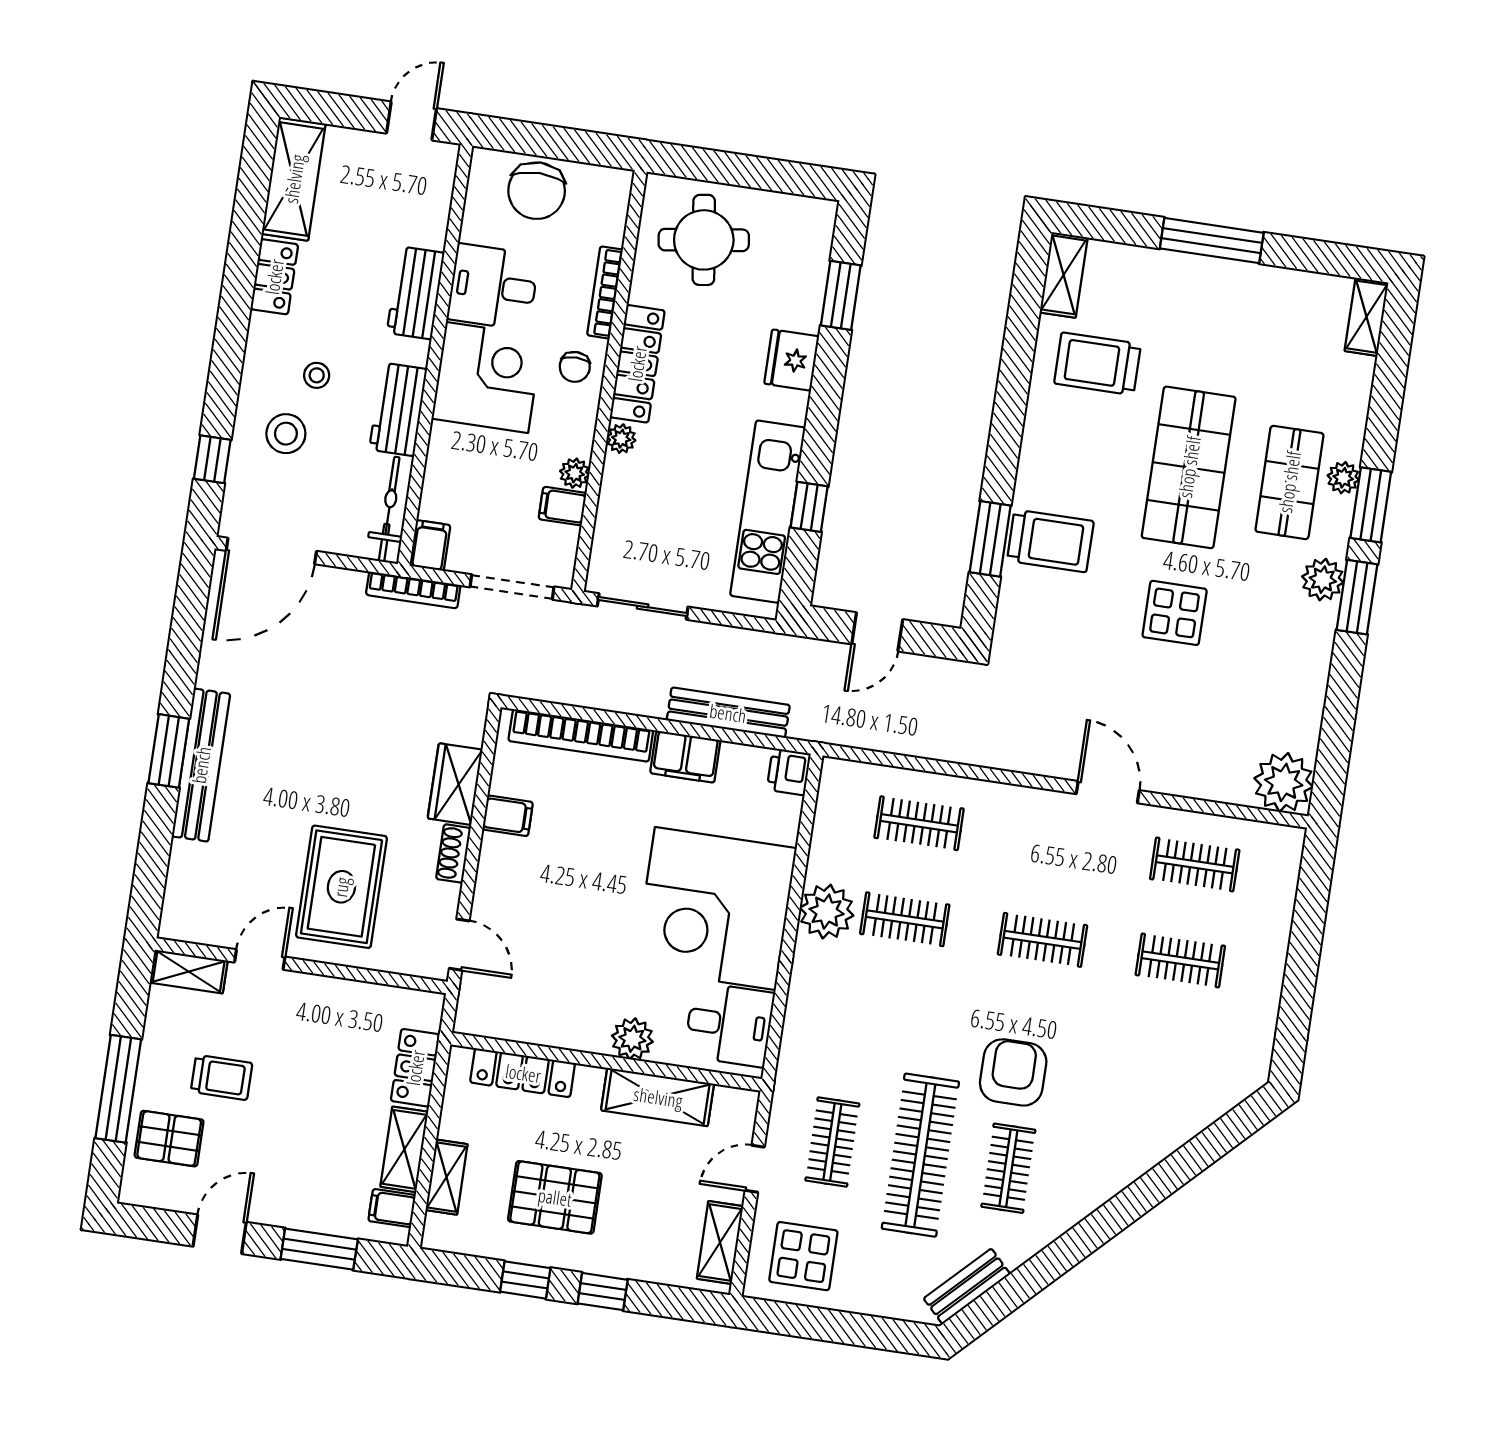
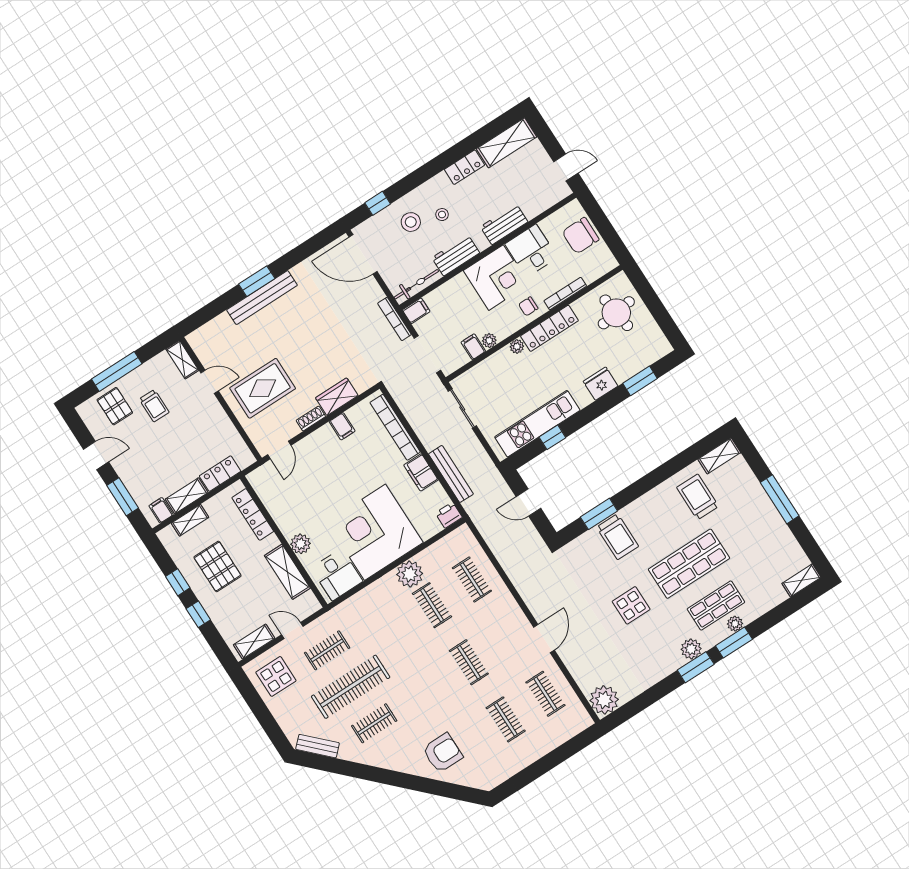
armchair: (1013, 1072) -> (443, 753), moved

